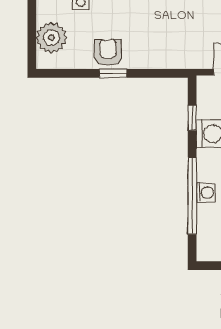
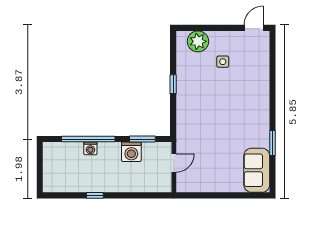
armchair: (108, 52) -> (188, 81), removed
window: (192, 118) -> (142, 139), width x1.50

